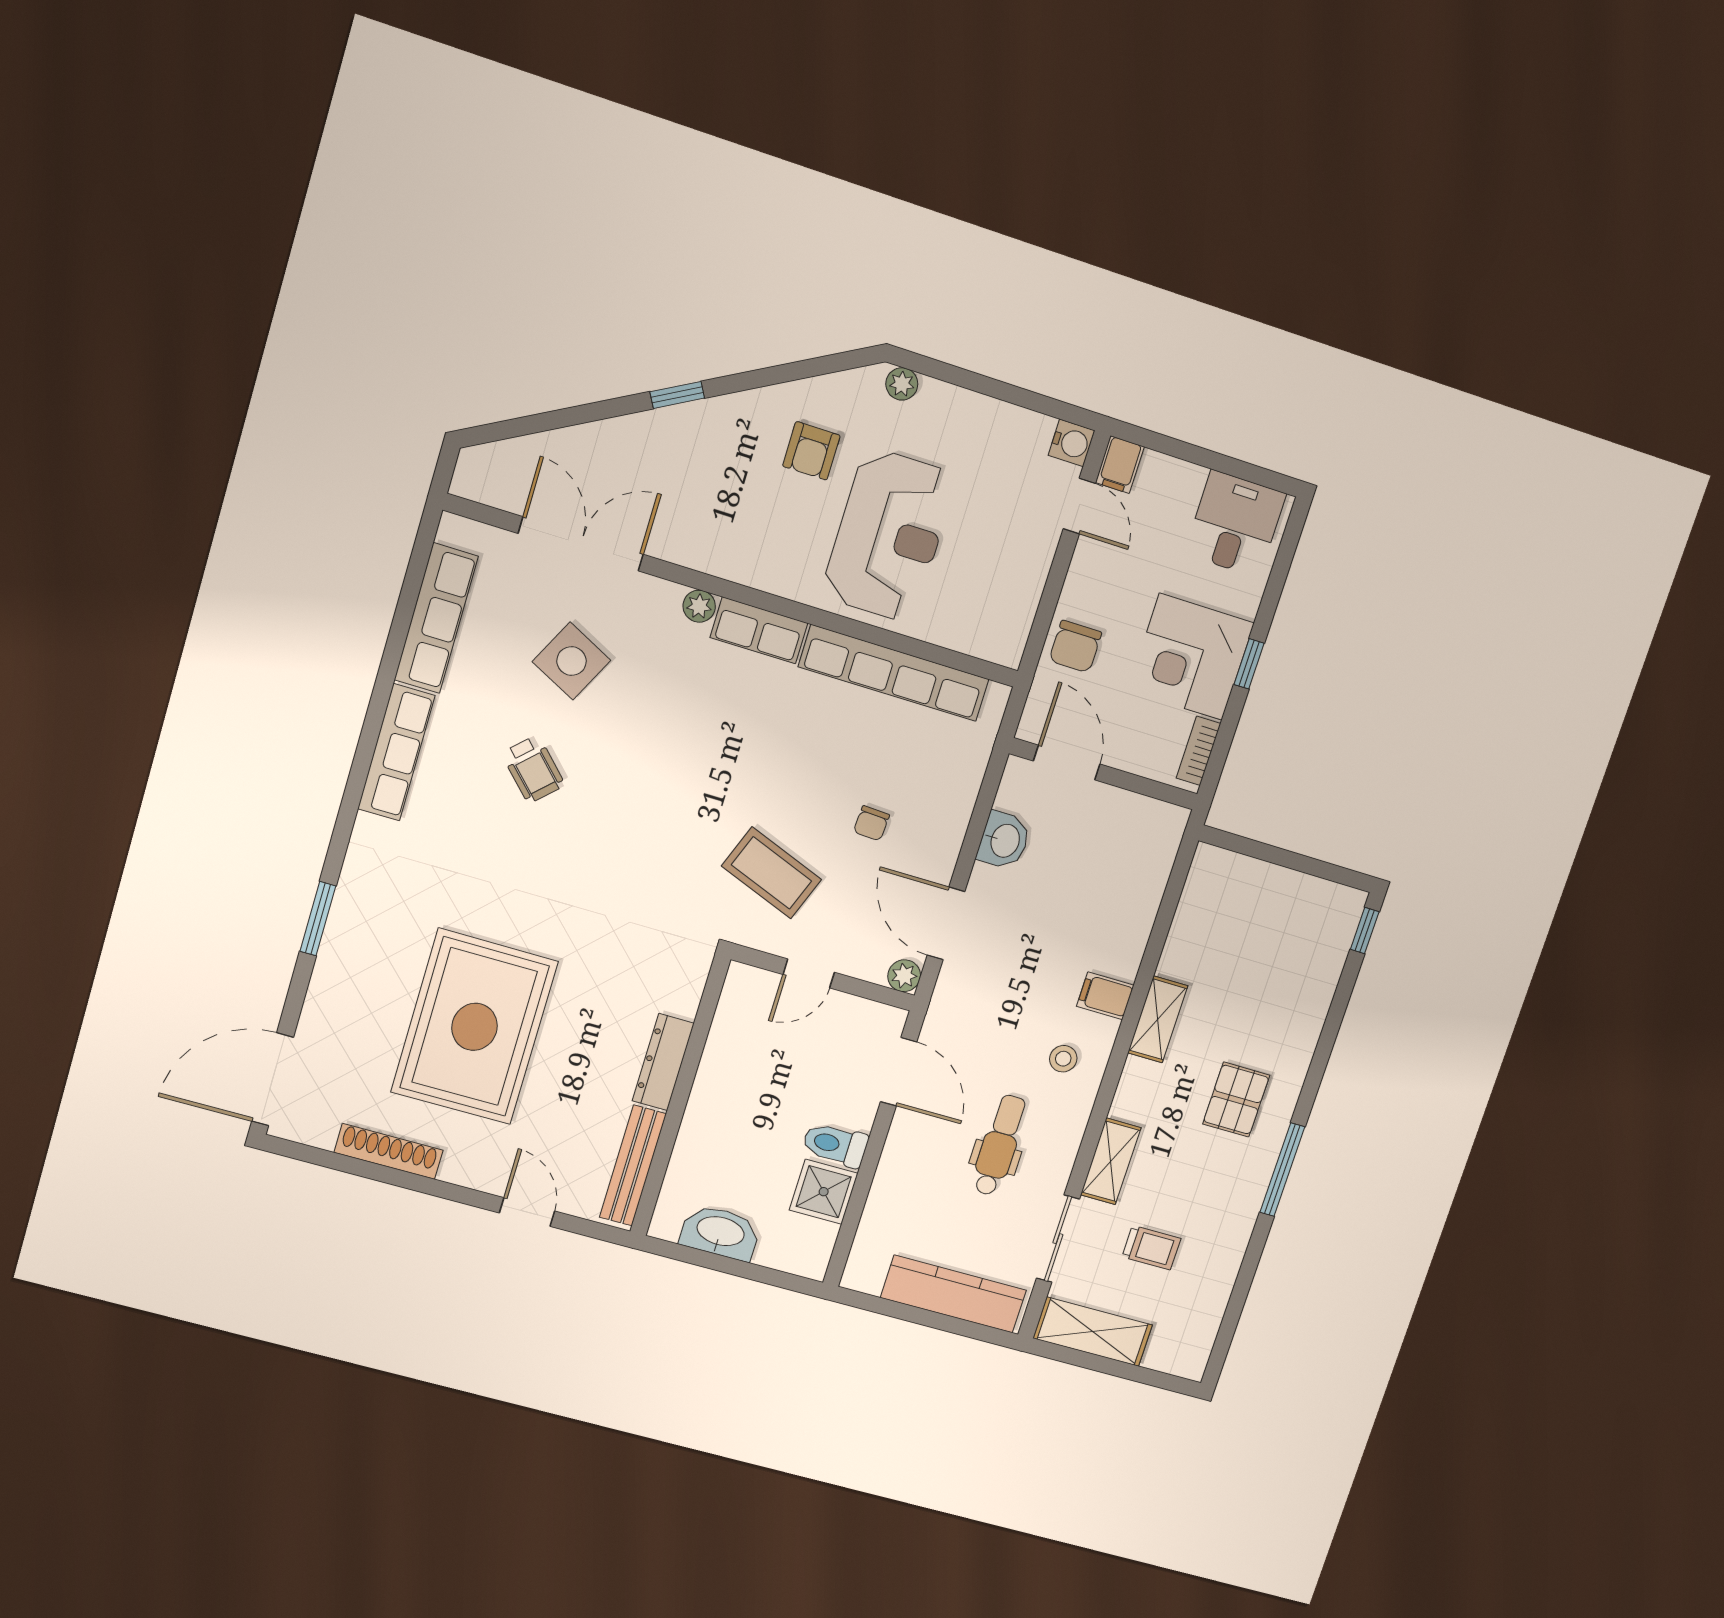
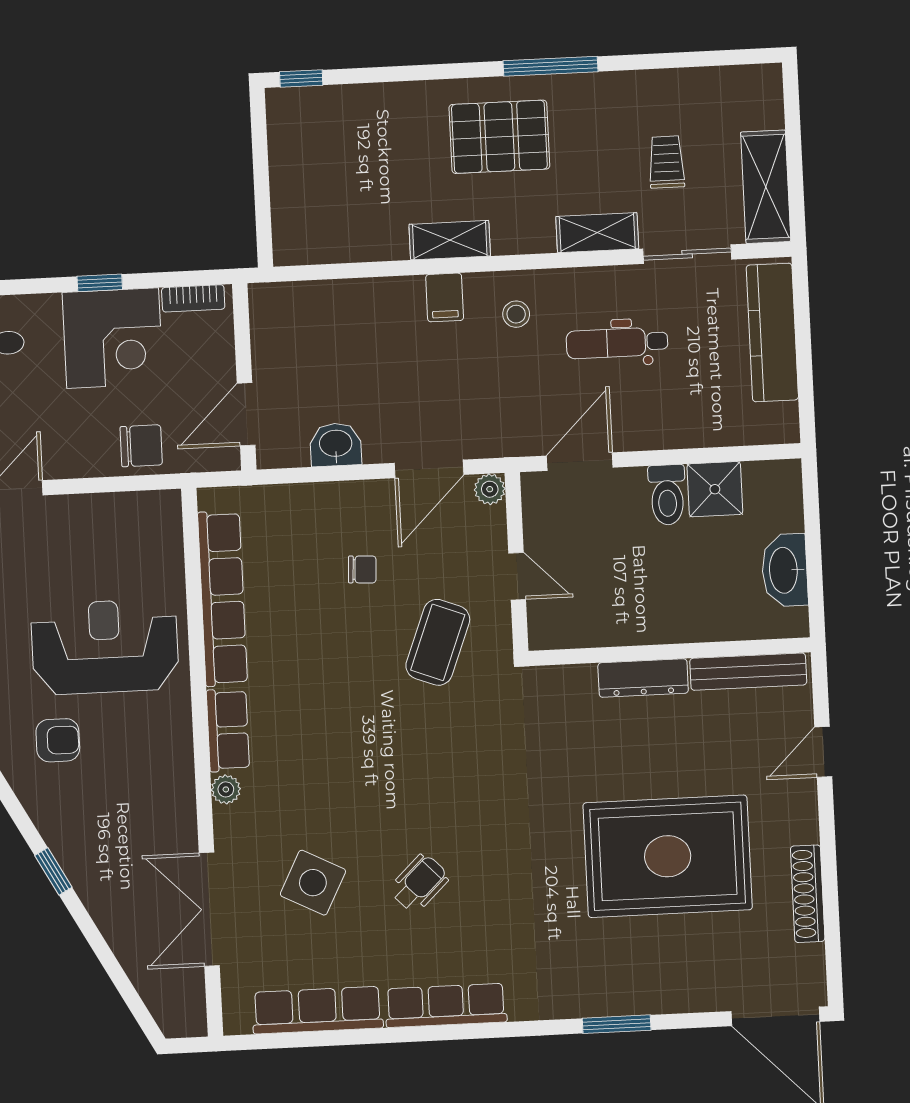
pallet: (1236, 1100) -> (499, 137), width x1.50, depth x1.42

